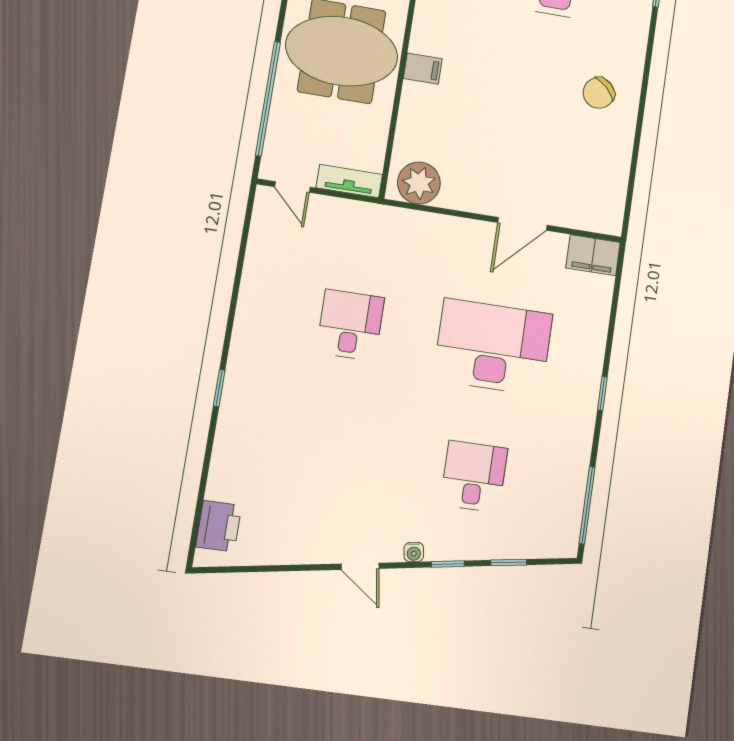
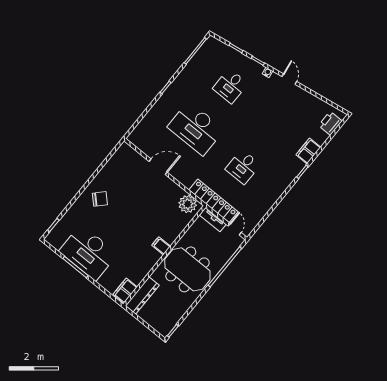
locker: (370, 220) -> (213, 201), added
filing cabinet: (593, 255) -> (308, 151), moved, turned -90

